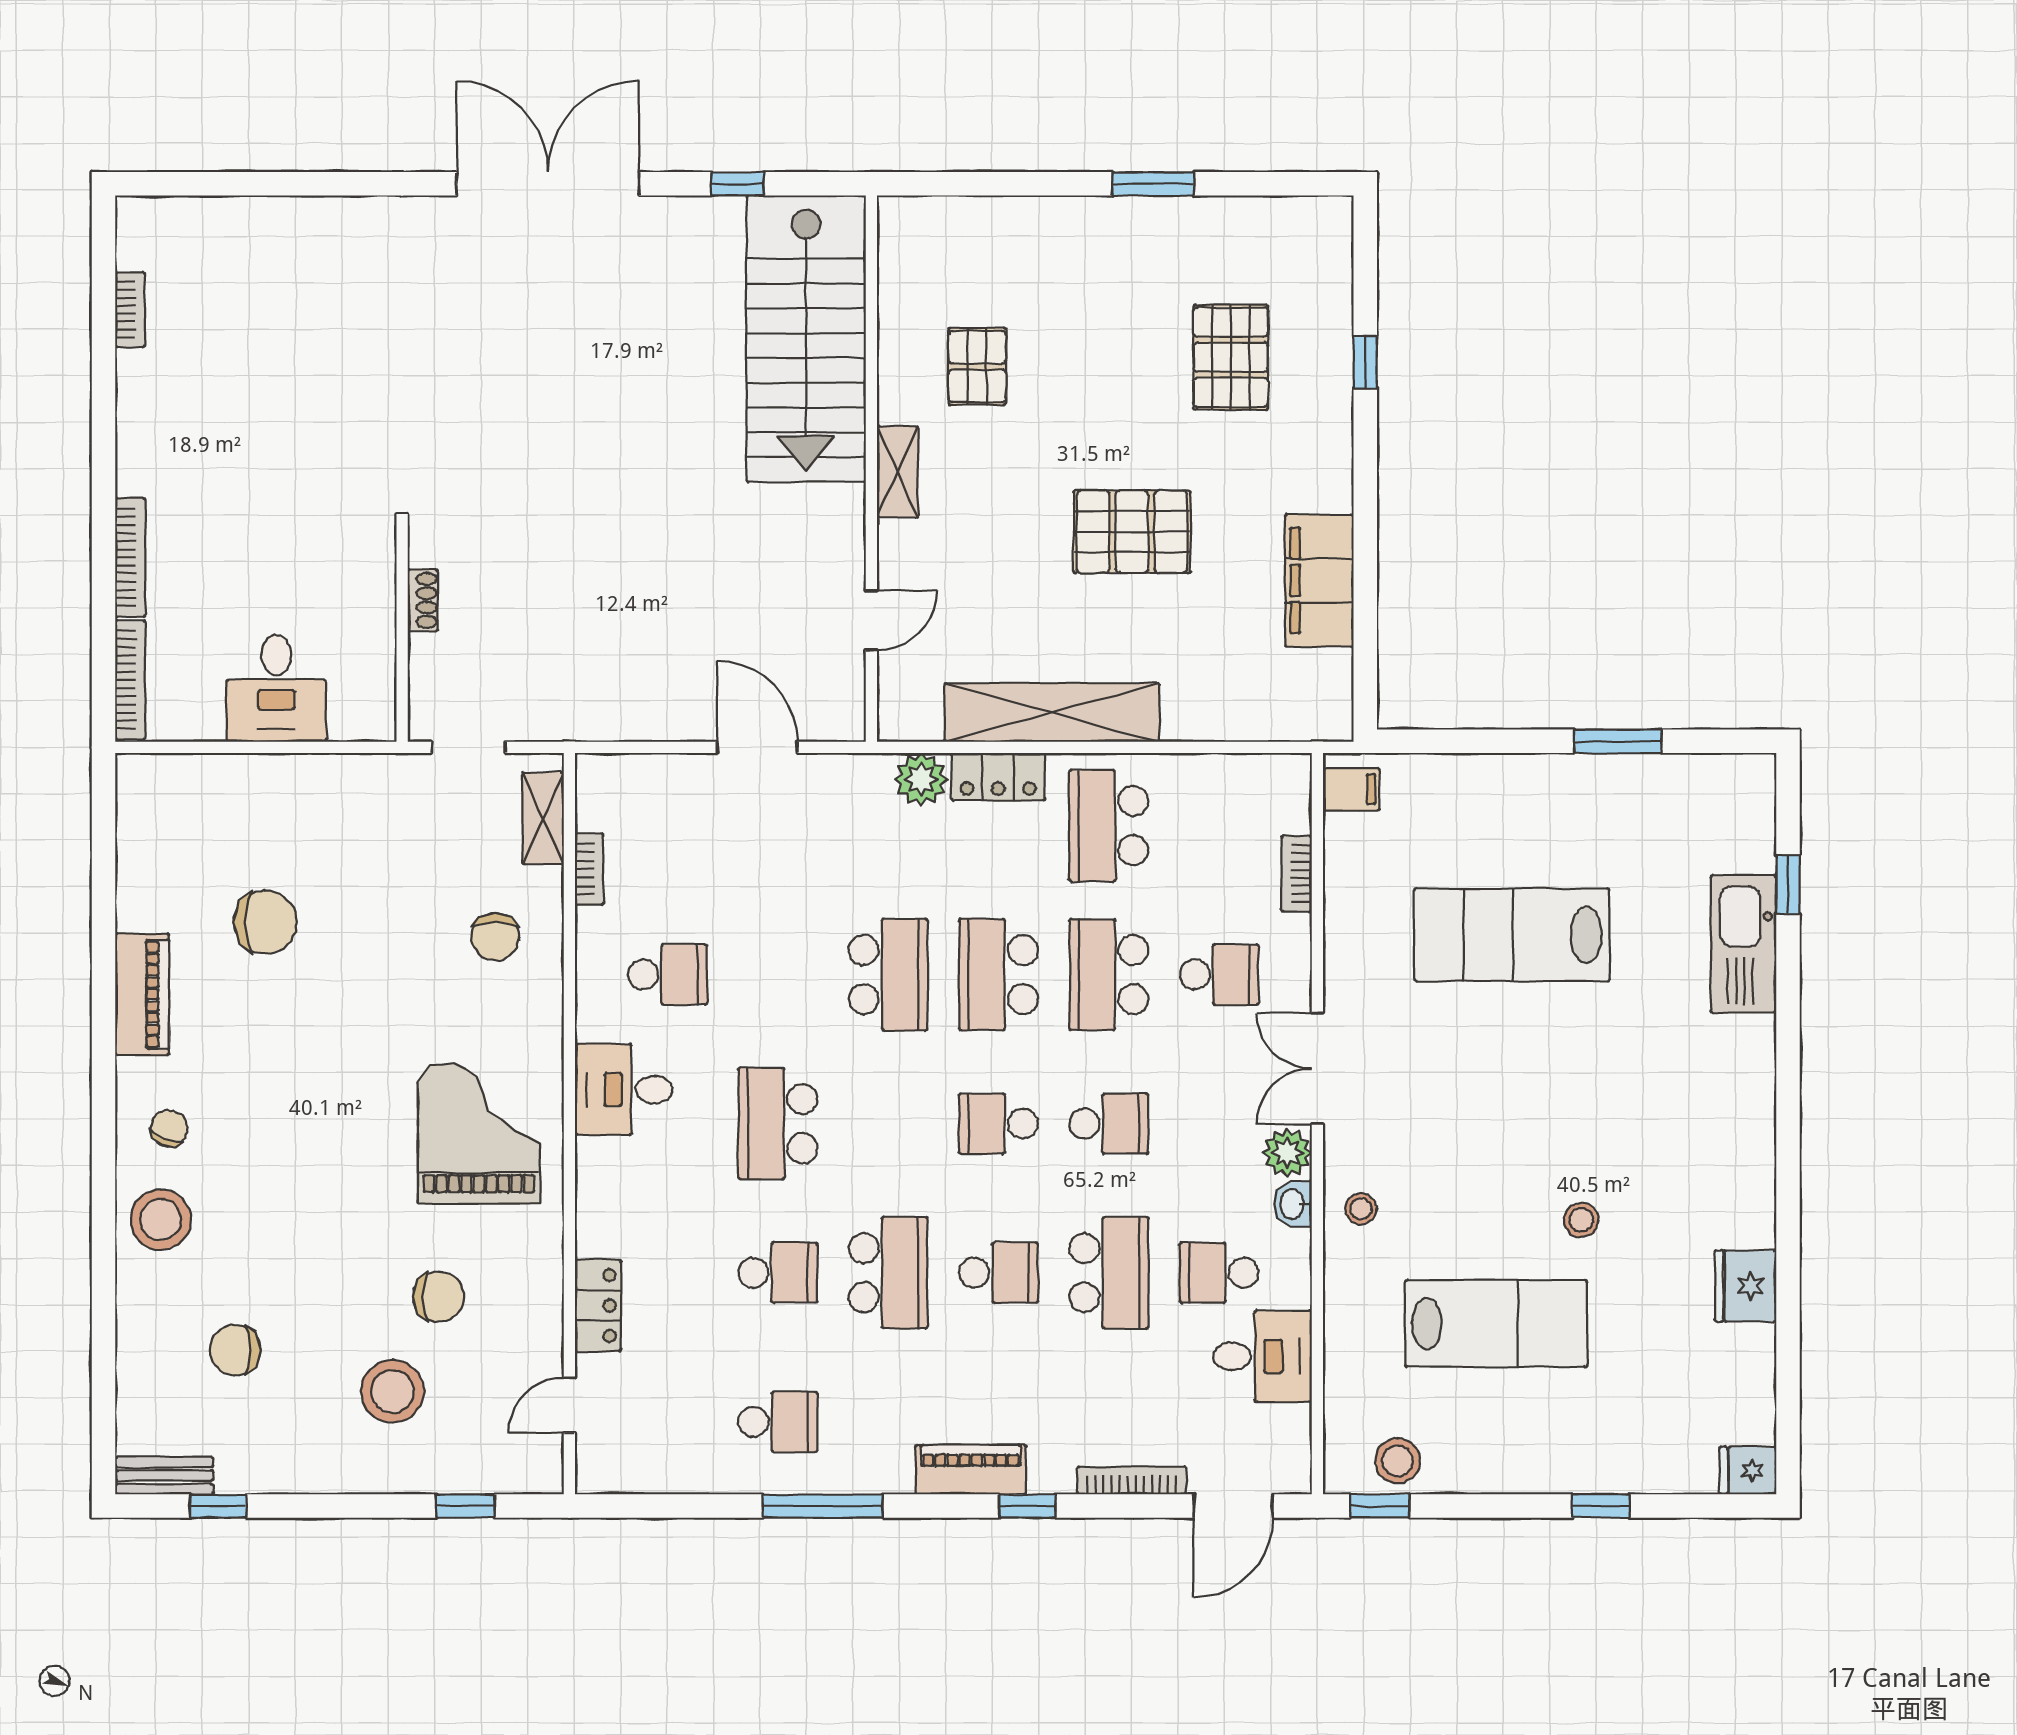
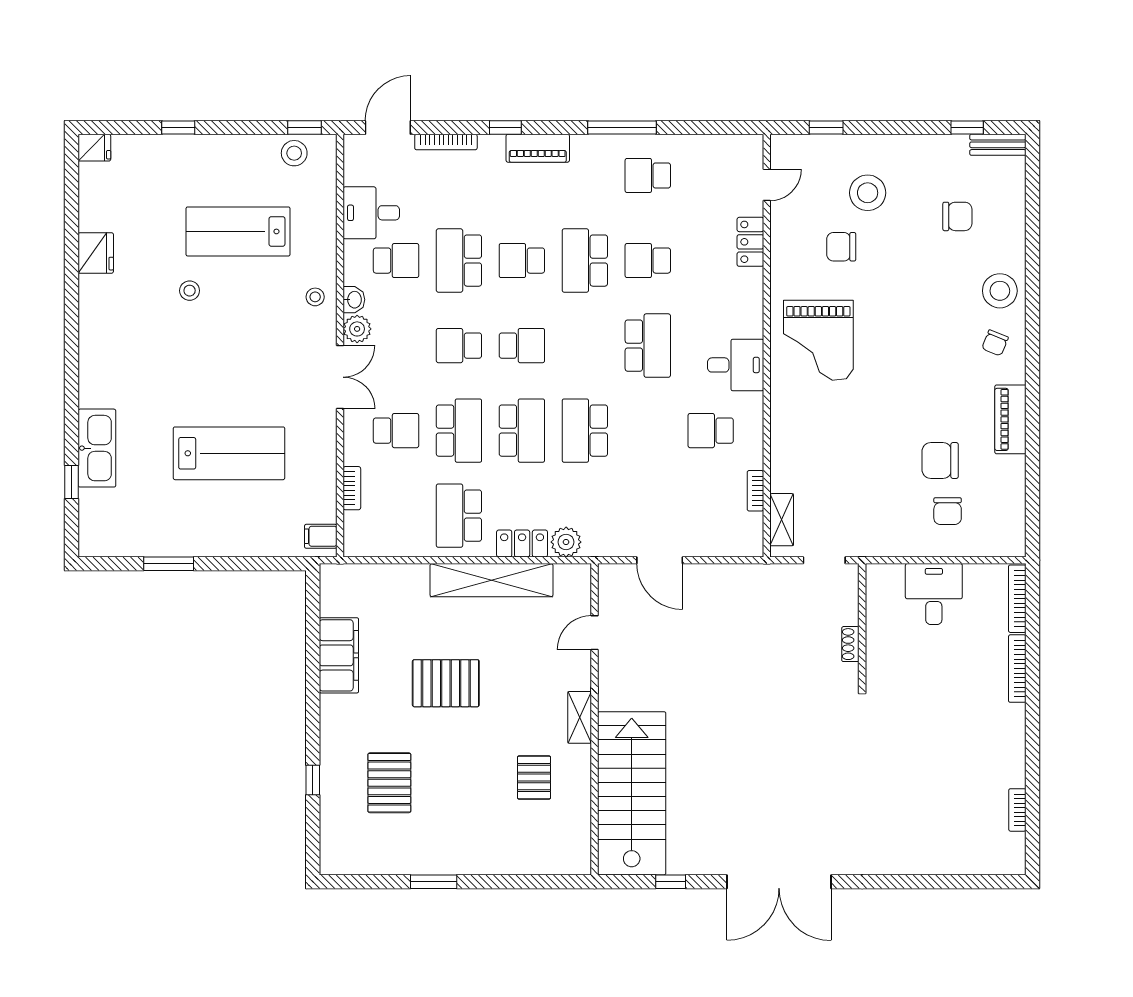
school desk: (1109, 826) -> (459, 516), turned 180
chair: (495, 937) -> (948, 511), moved, turned 180
school desk: (1219, 975) -> (396, 431), turned 180

